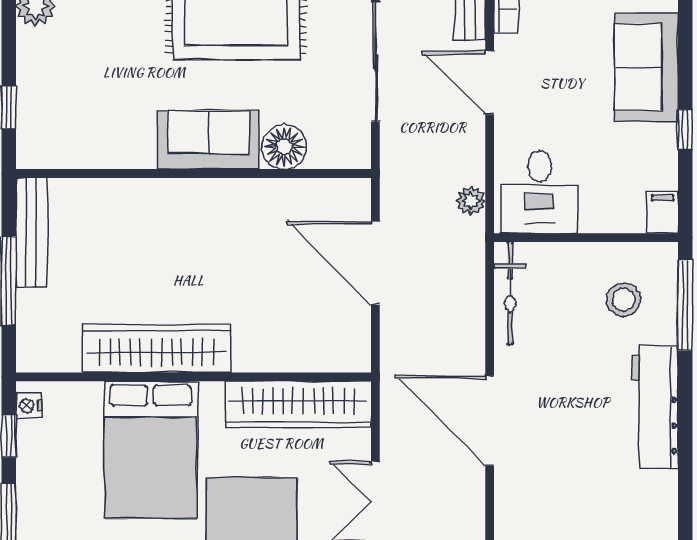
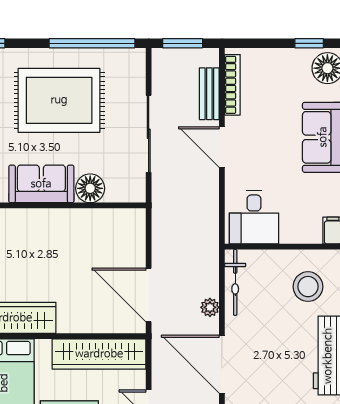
plant: (471, 201) -> (210, 307), moved
door: (375, 263) -> (149, 295), moved
stool: (624, 300) -> (308, 287), width x1.38, depth x1.38

